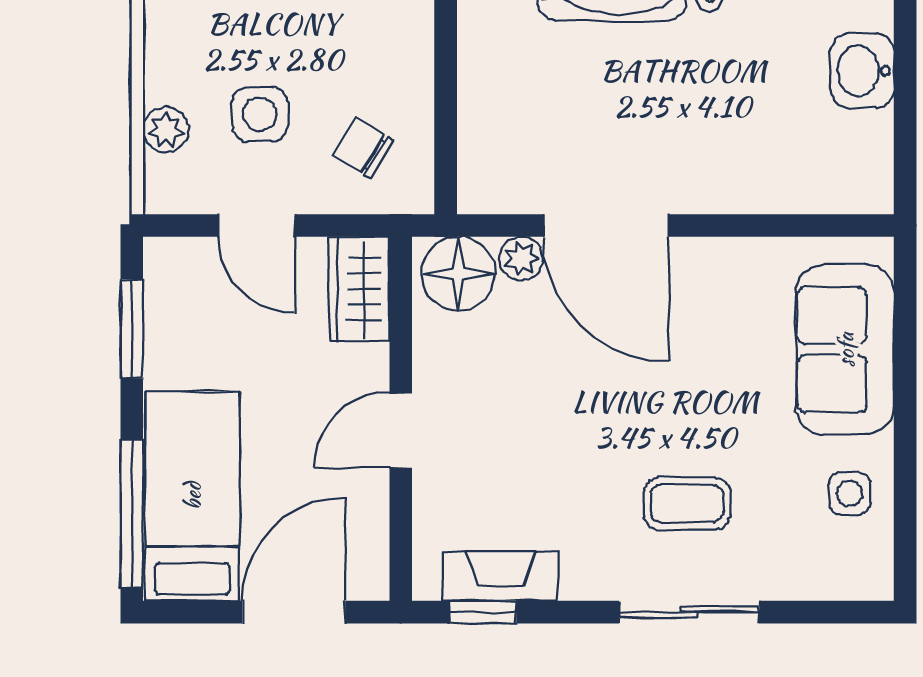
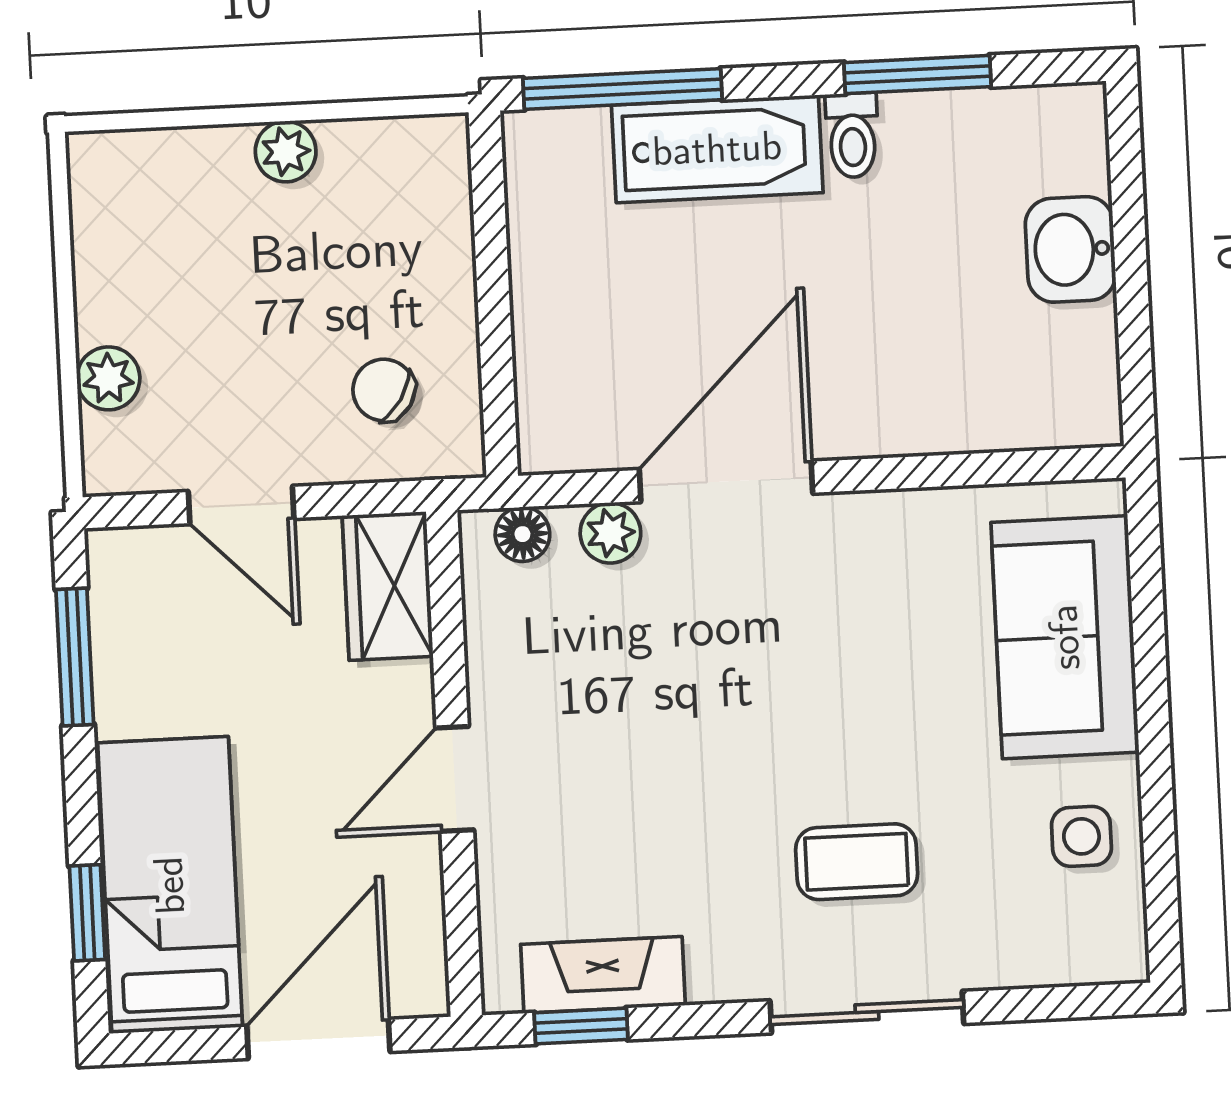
side table: (260, 114) -> (238, 351), removed
door: (606, 225) -> (726, 481), swing flipped
floor lamp: (458, 274) -> (522, 534), width x0.53, depth x0.53
window: (132, 513) -> (87, 913), width x0.46

